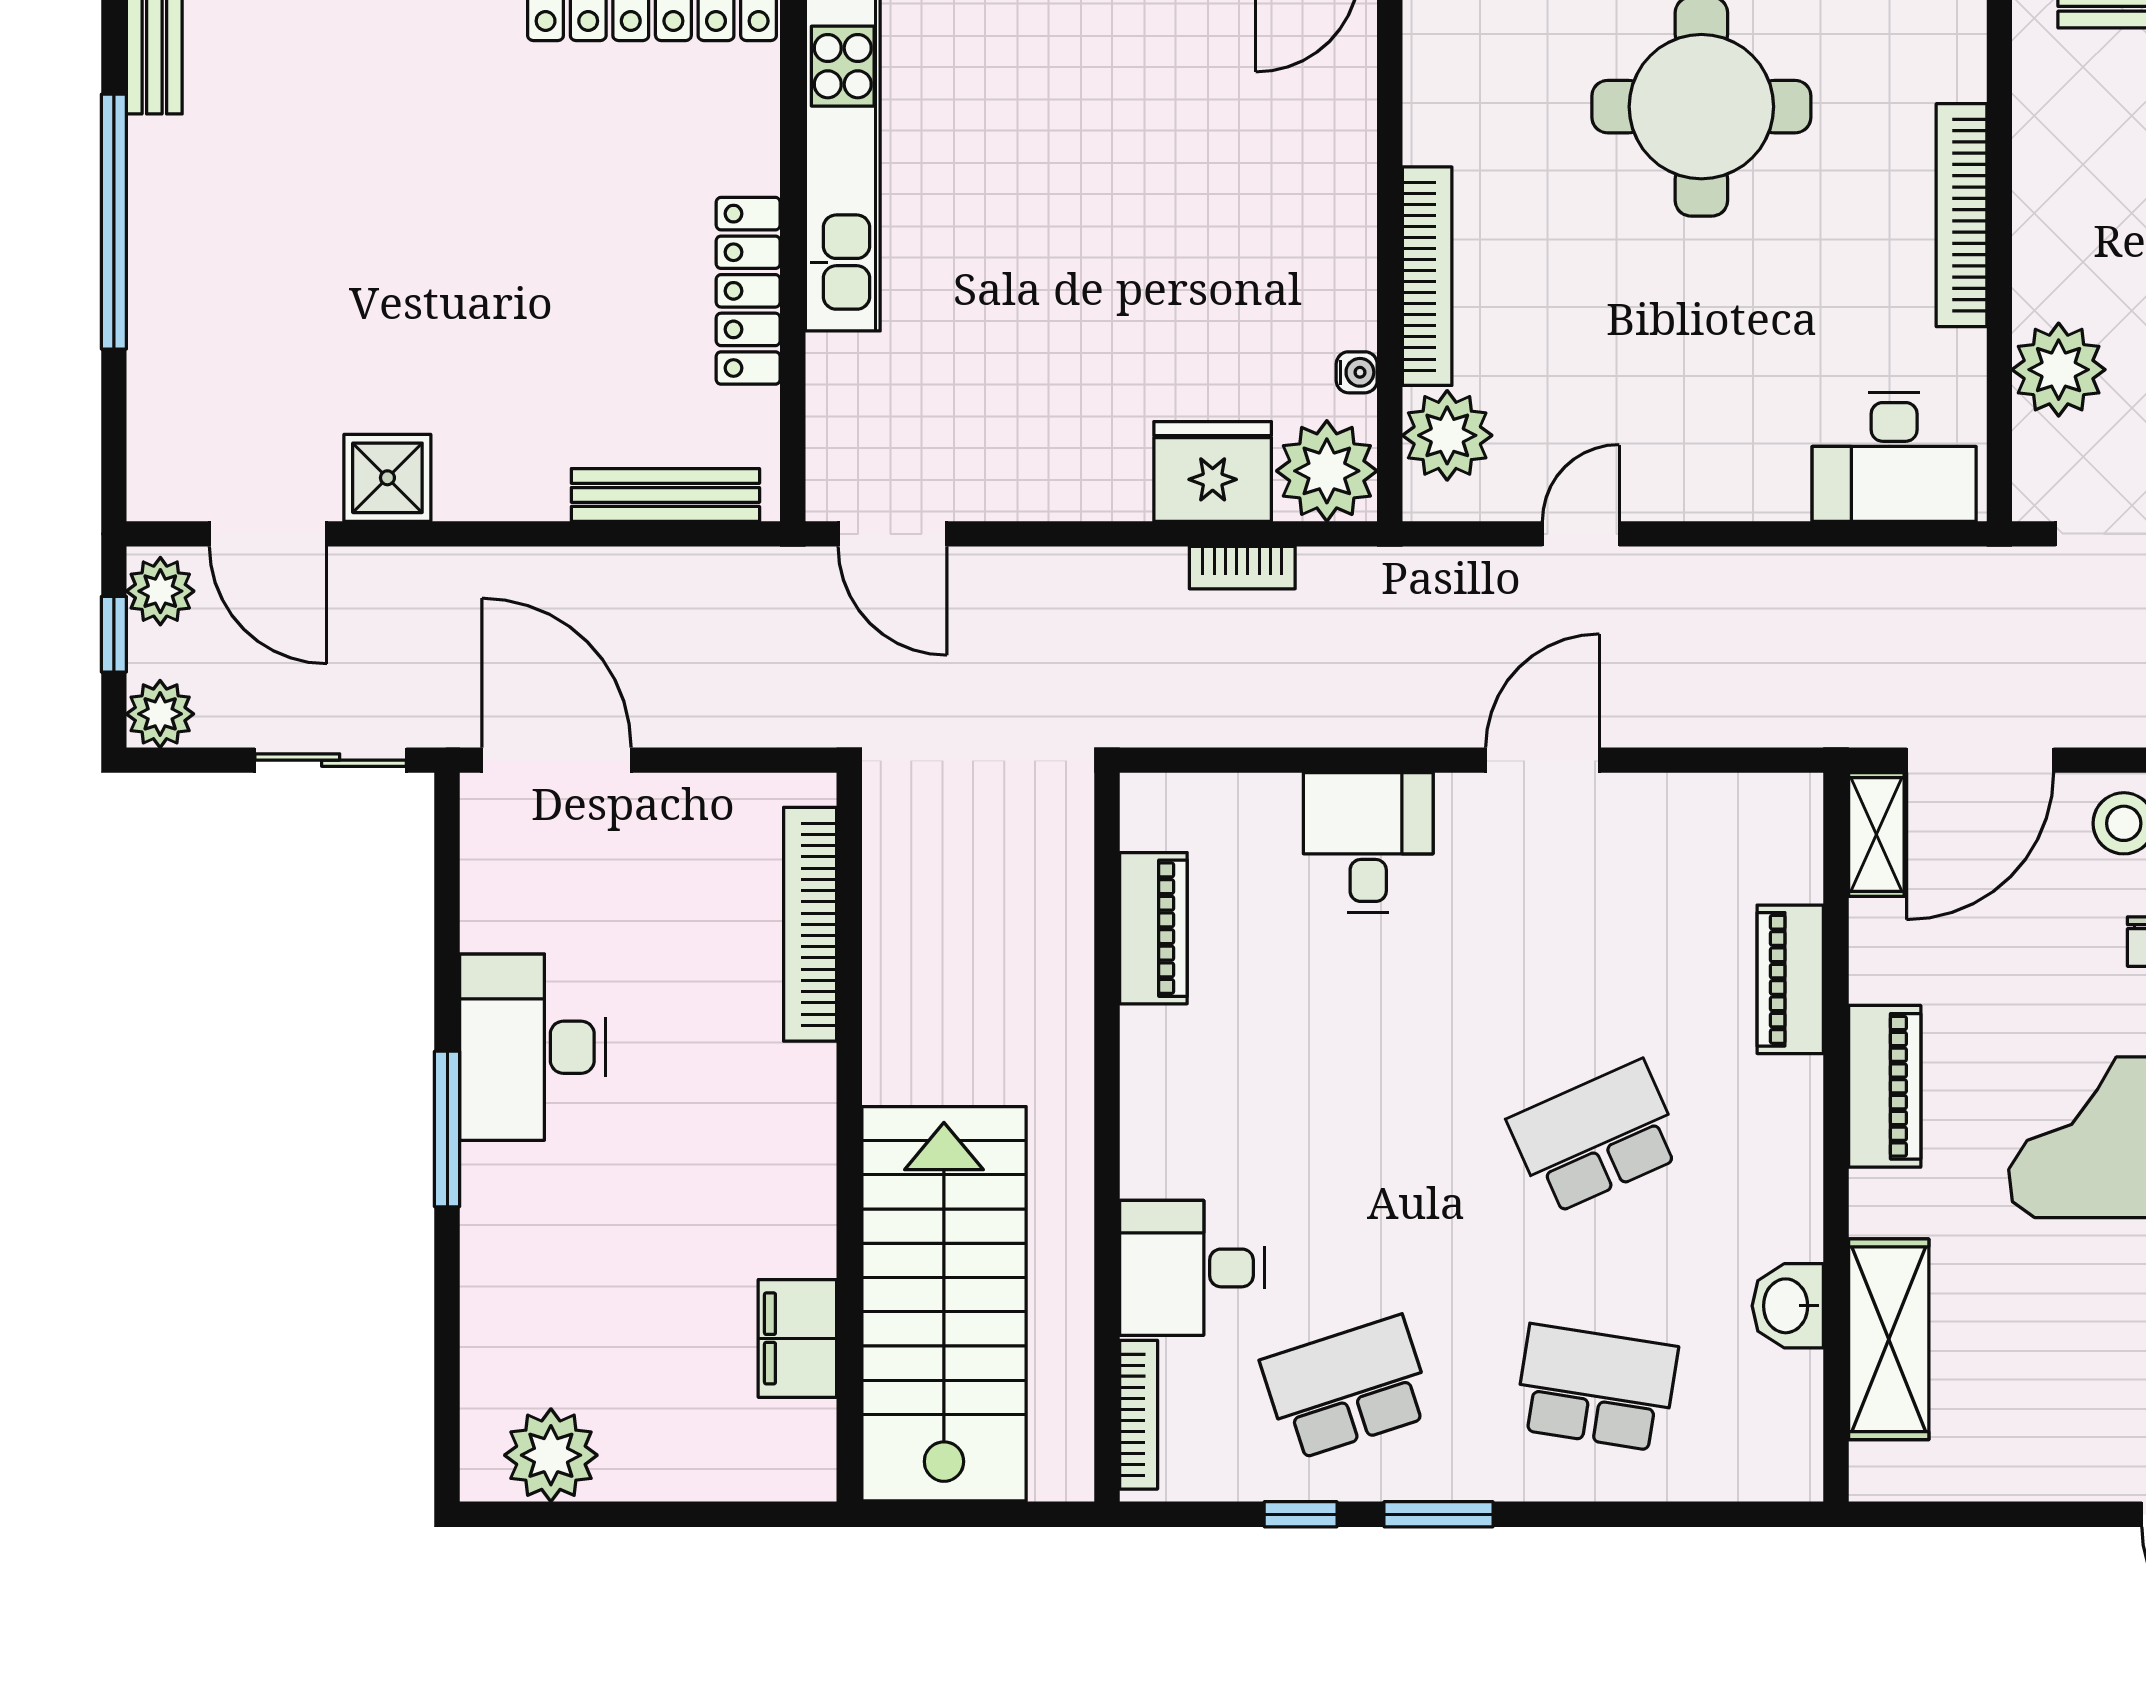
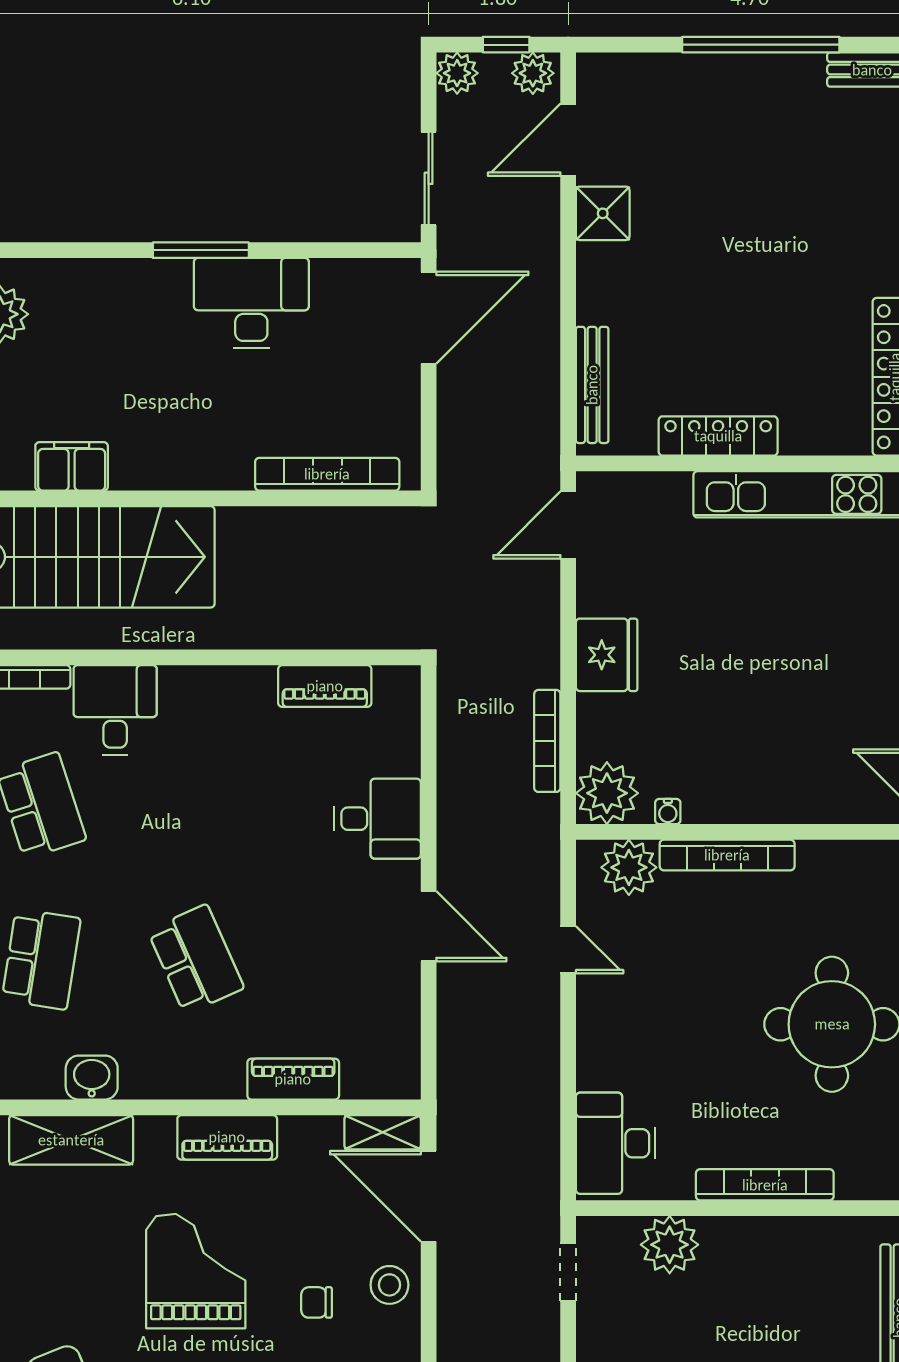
fridge: (1213, 471) -> (607, 655), moved
bookcase: (1242, 568) -> (547, 741), width x1.56

